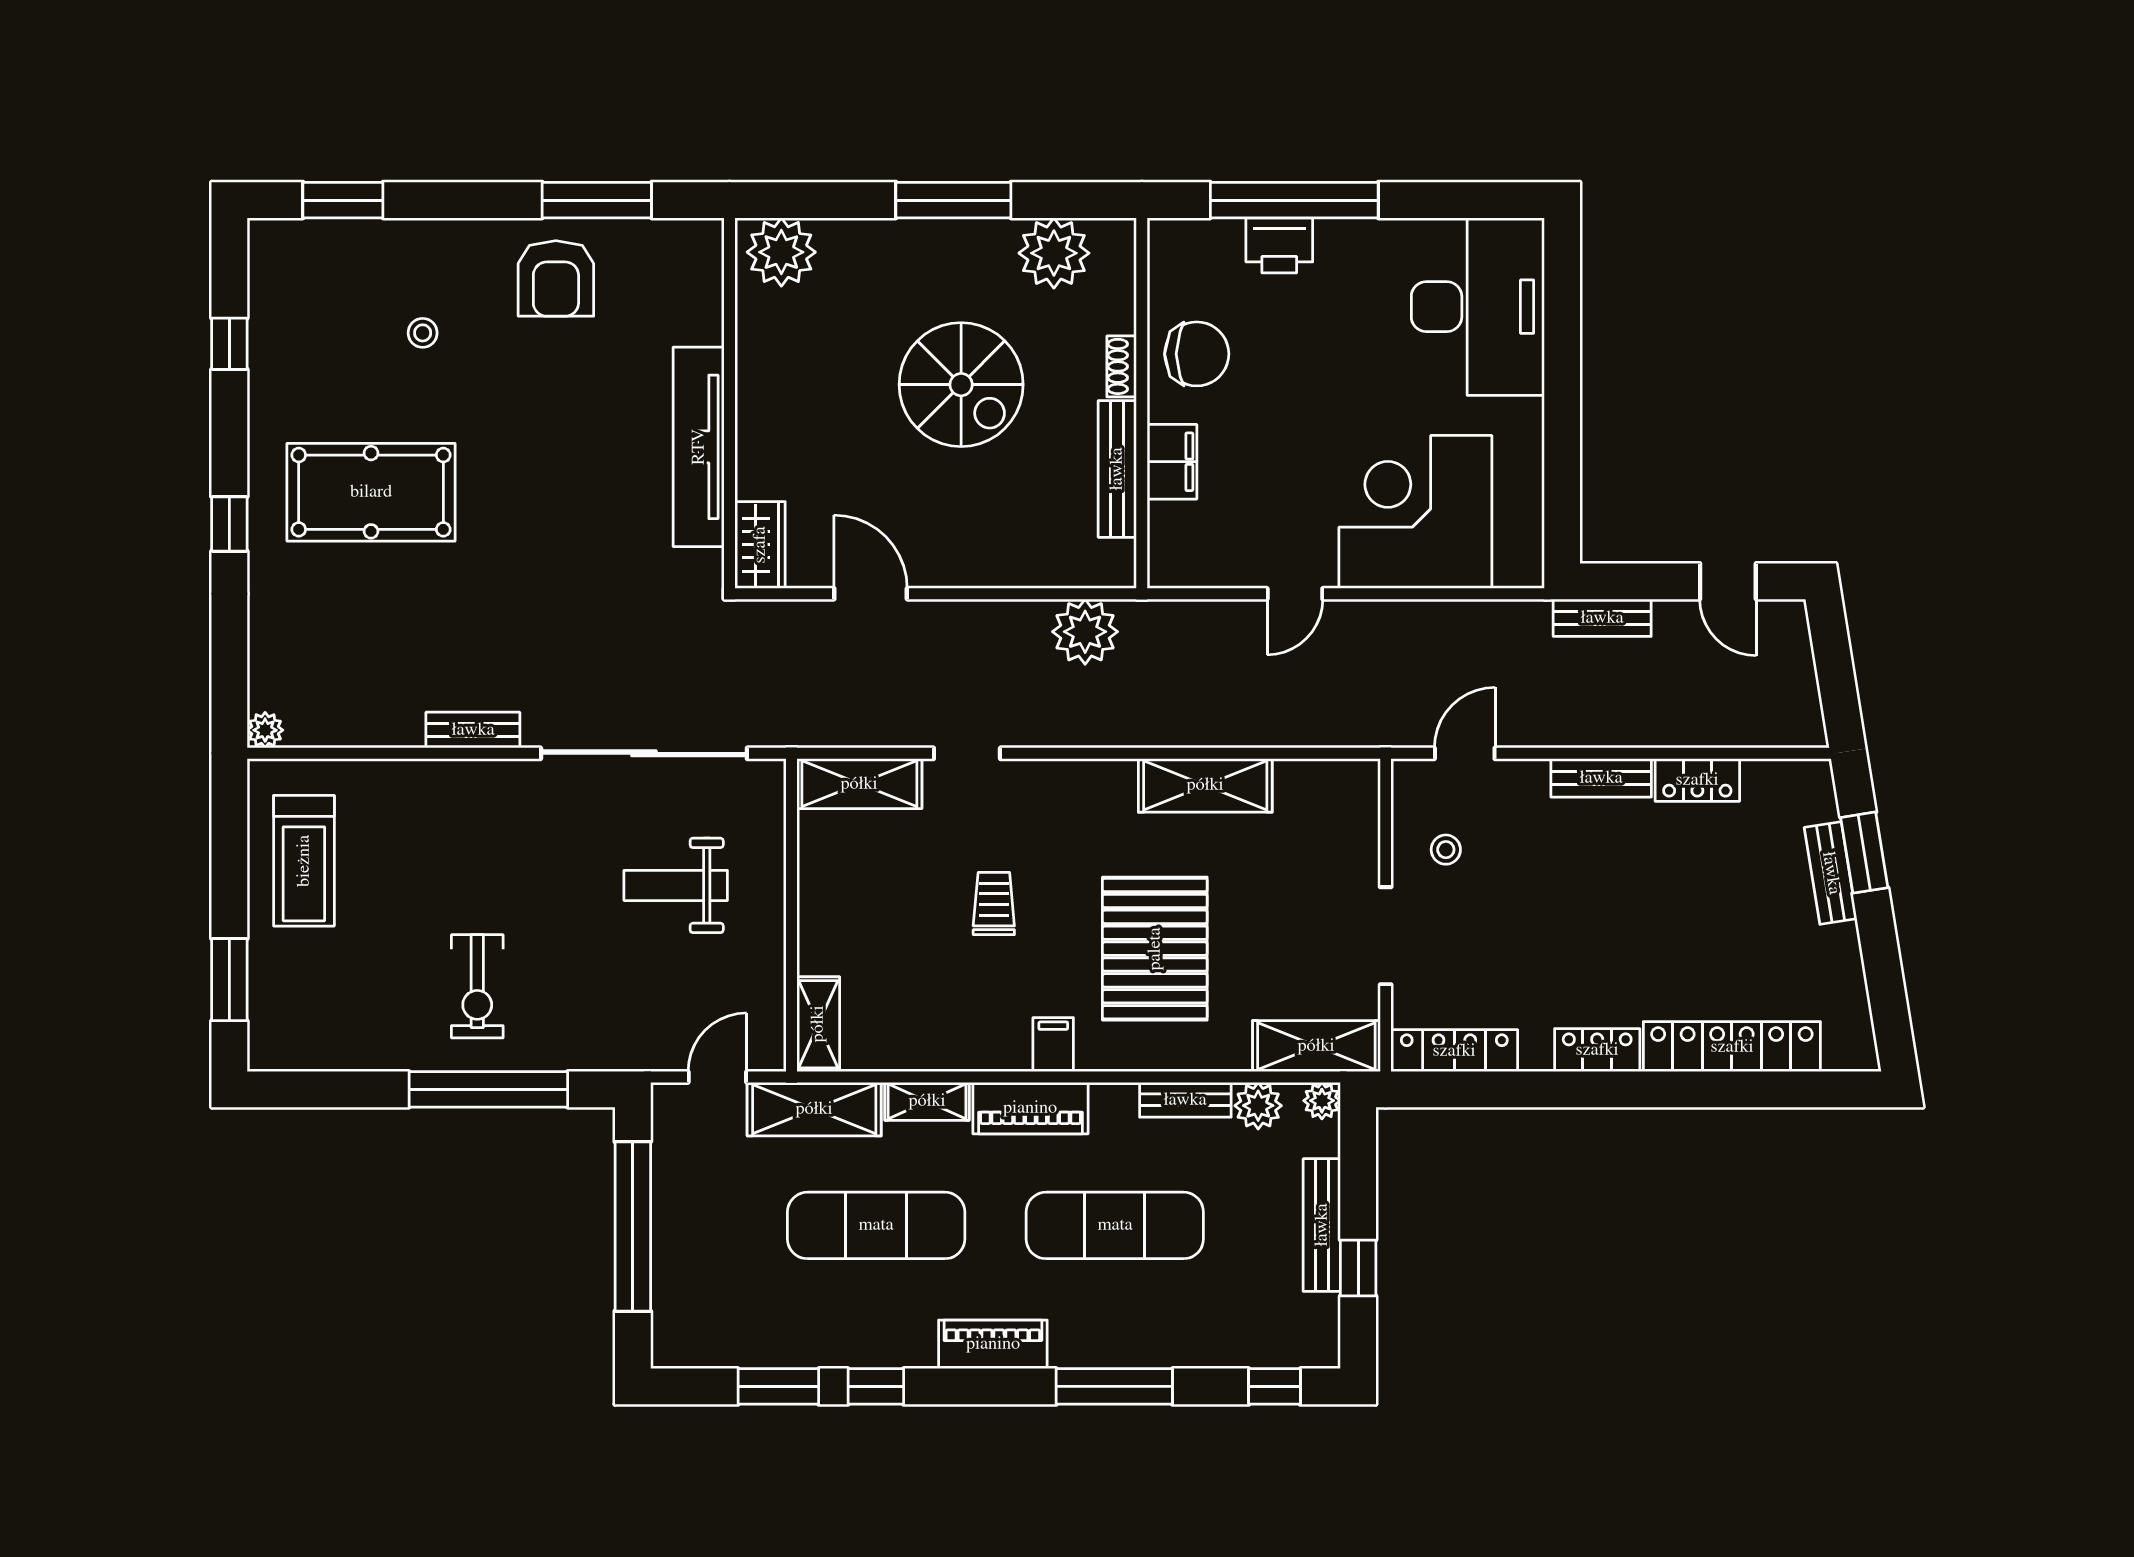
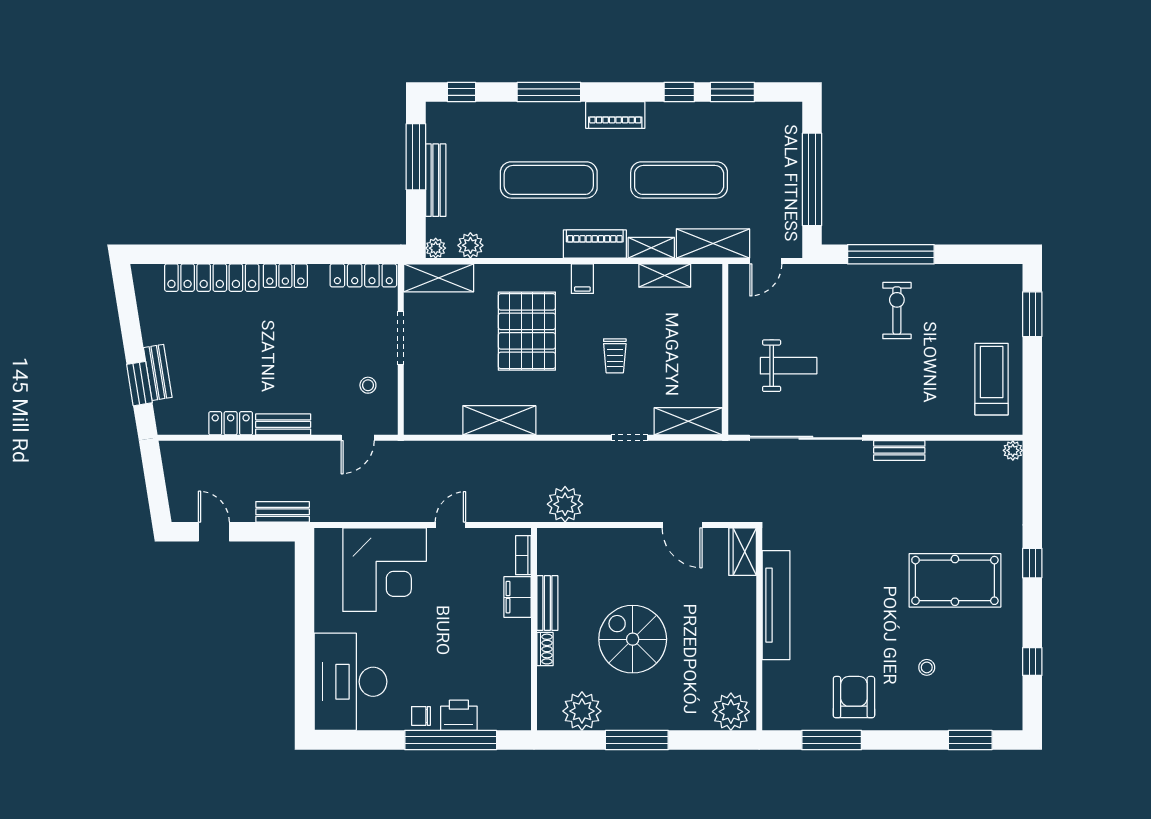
chair: (1197, 354) -> (421, 716), moved, width x0.54, depth x0.54
bench: (1117, 469) -> (547, 603), width x0.73
bookcase: (1161, 538) -> (523, 555), added
shelving: (818, 1024) -> (665, 276), moved, turned 90
bench: (1185, 1100) -> (510, 249), removed
window: (1358, 1268) -> (416, 157), width x2.17

